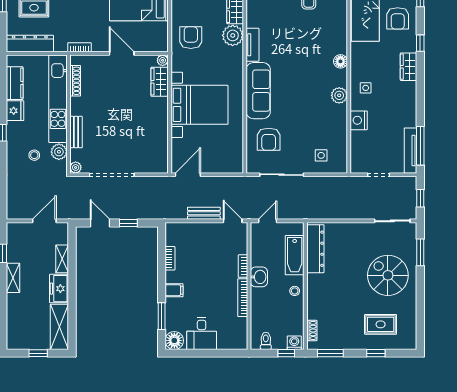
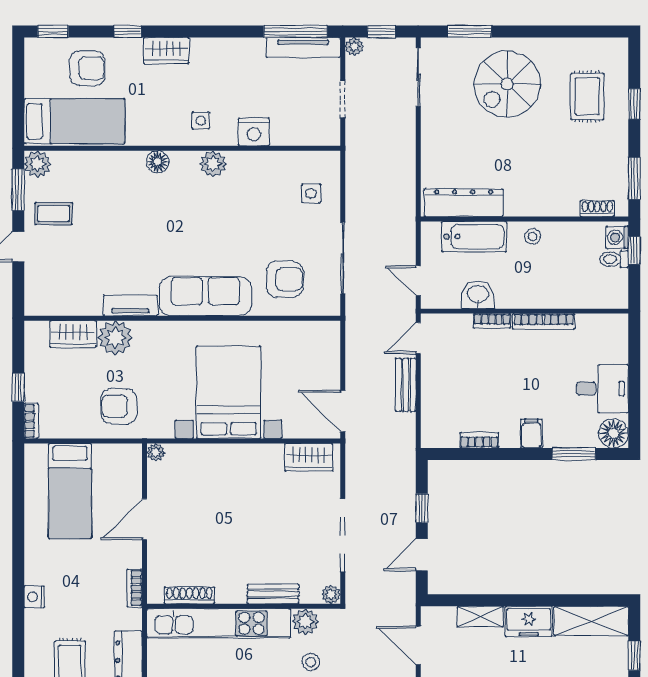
wardrobe: (160, 82) -> (309, 457), moved
plant: (411, 182) -> (354, 46), added
washbasin: (259, 277) -> (478, 295), moved
toilet: (266, 341) -> (614, 259), moved

